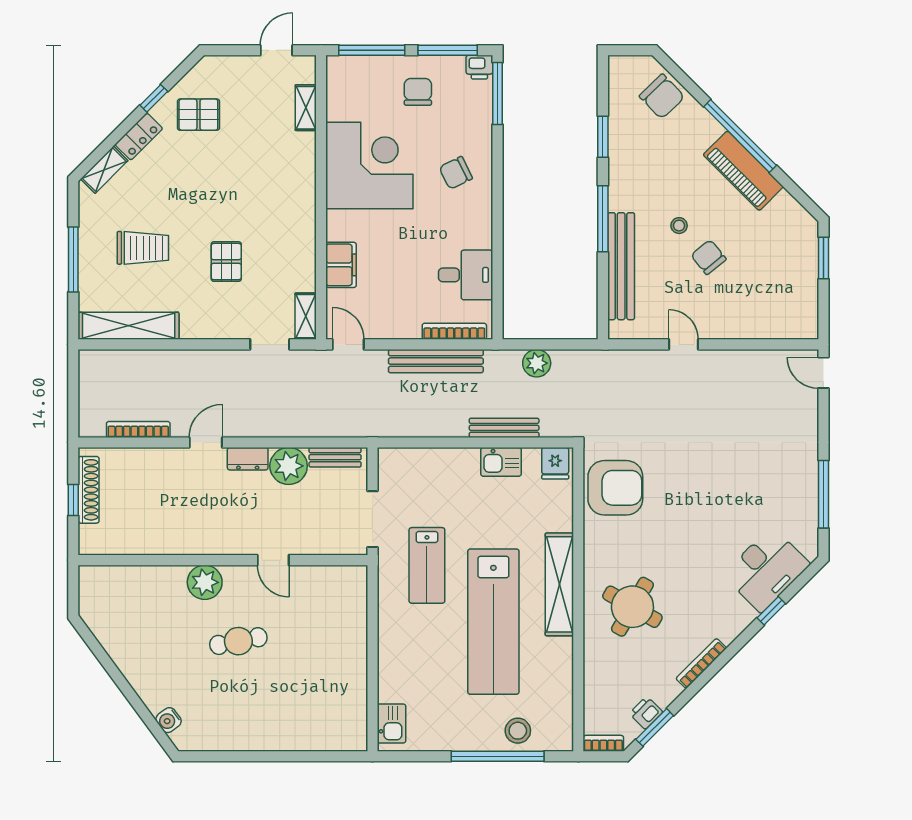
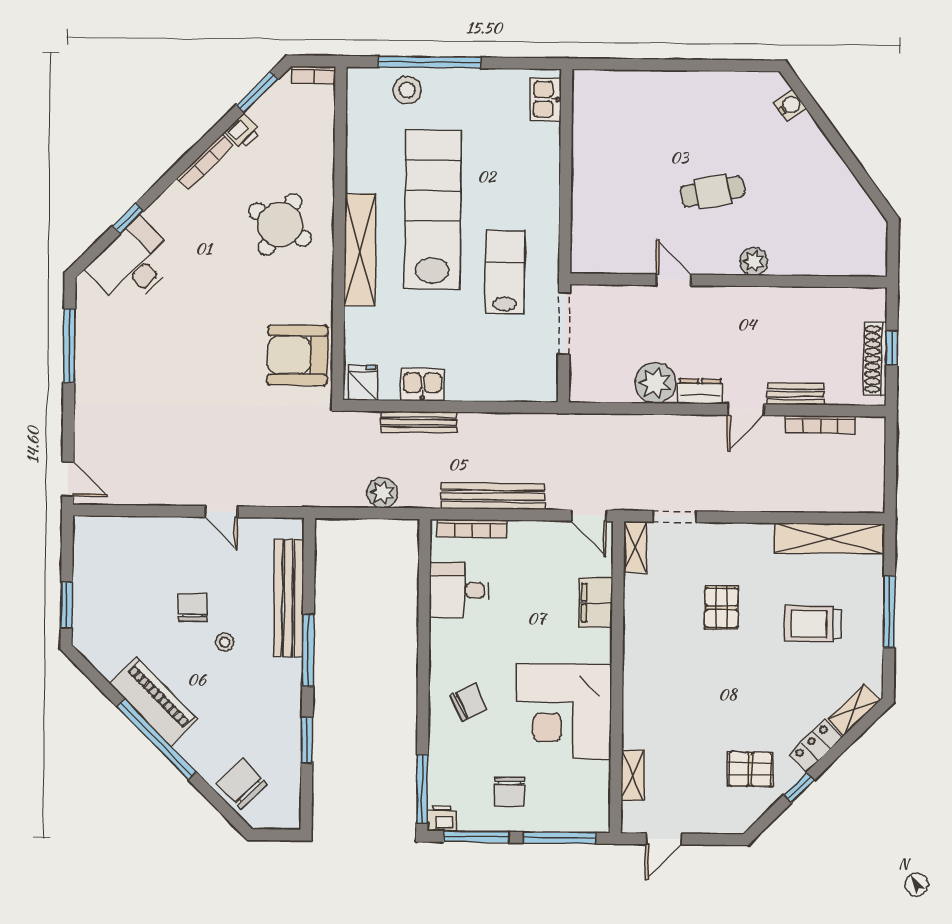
chair: (709, 257) -> (193, 607), turned -141
bench: (335, 457) -> (795, 394), moved
plant: (205, 582) -> (754, 261), width x0.73, depth x0.73
printer: (646, 713) -> (243, 132), moved

